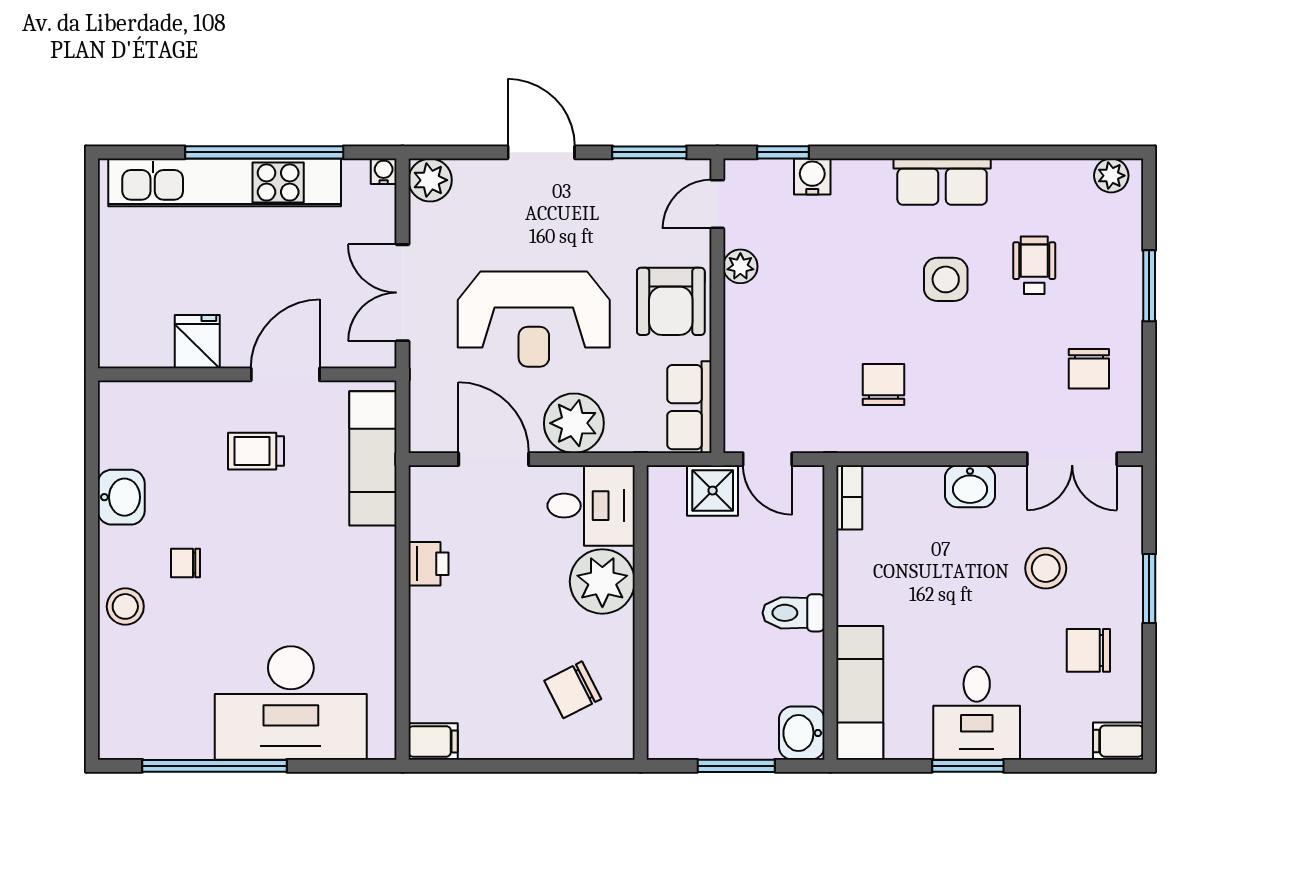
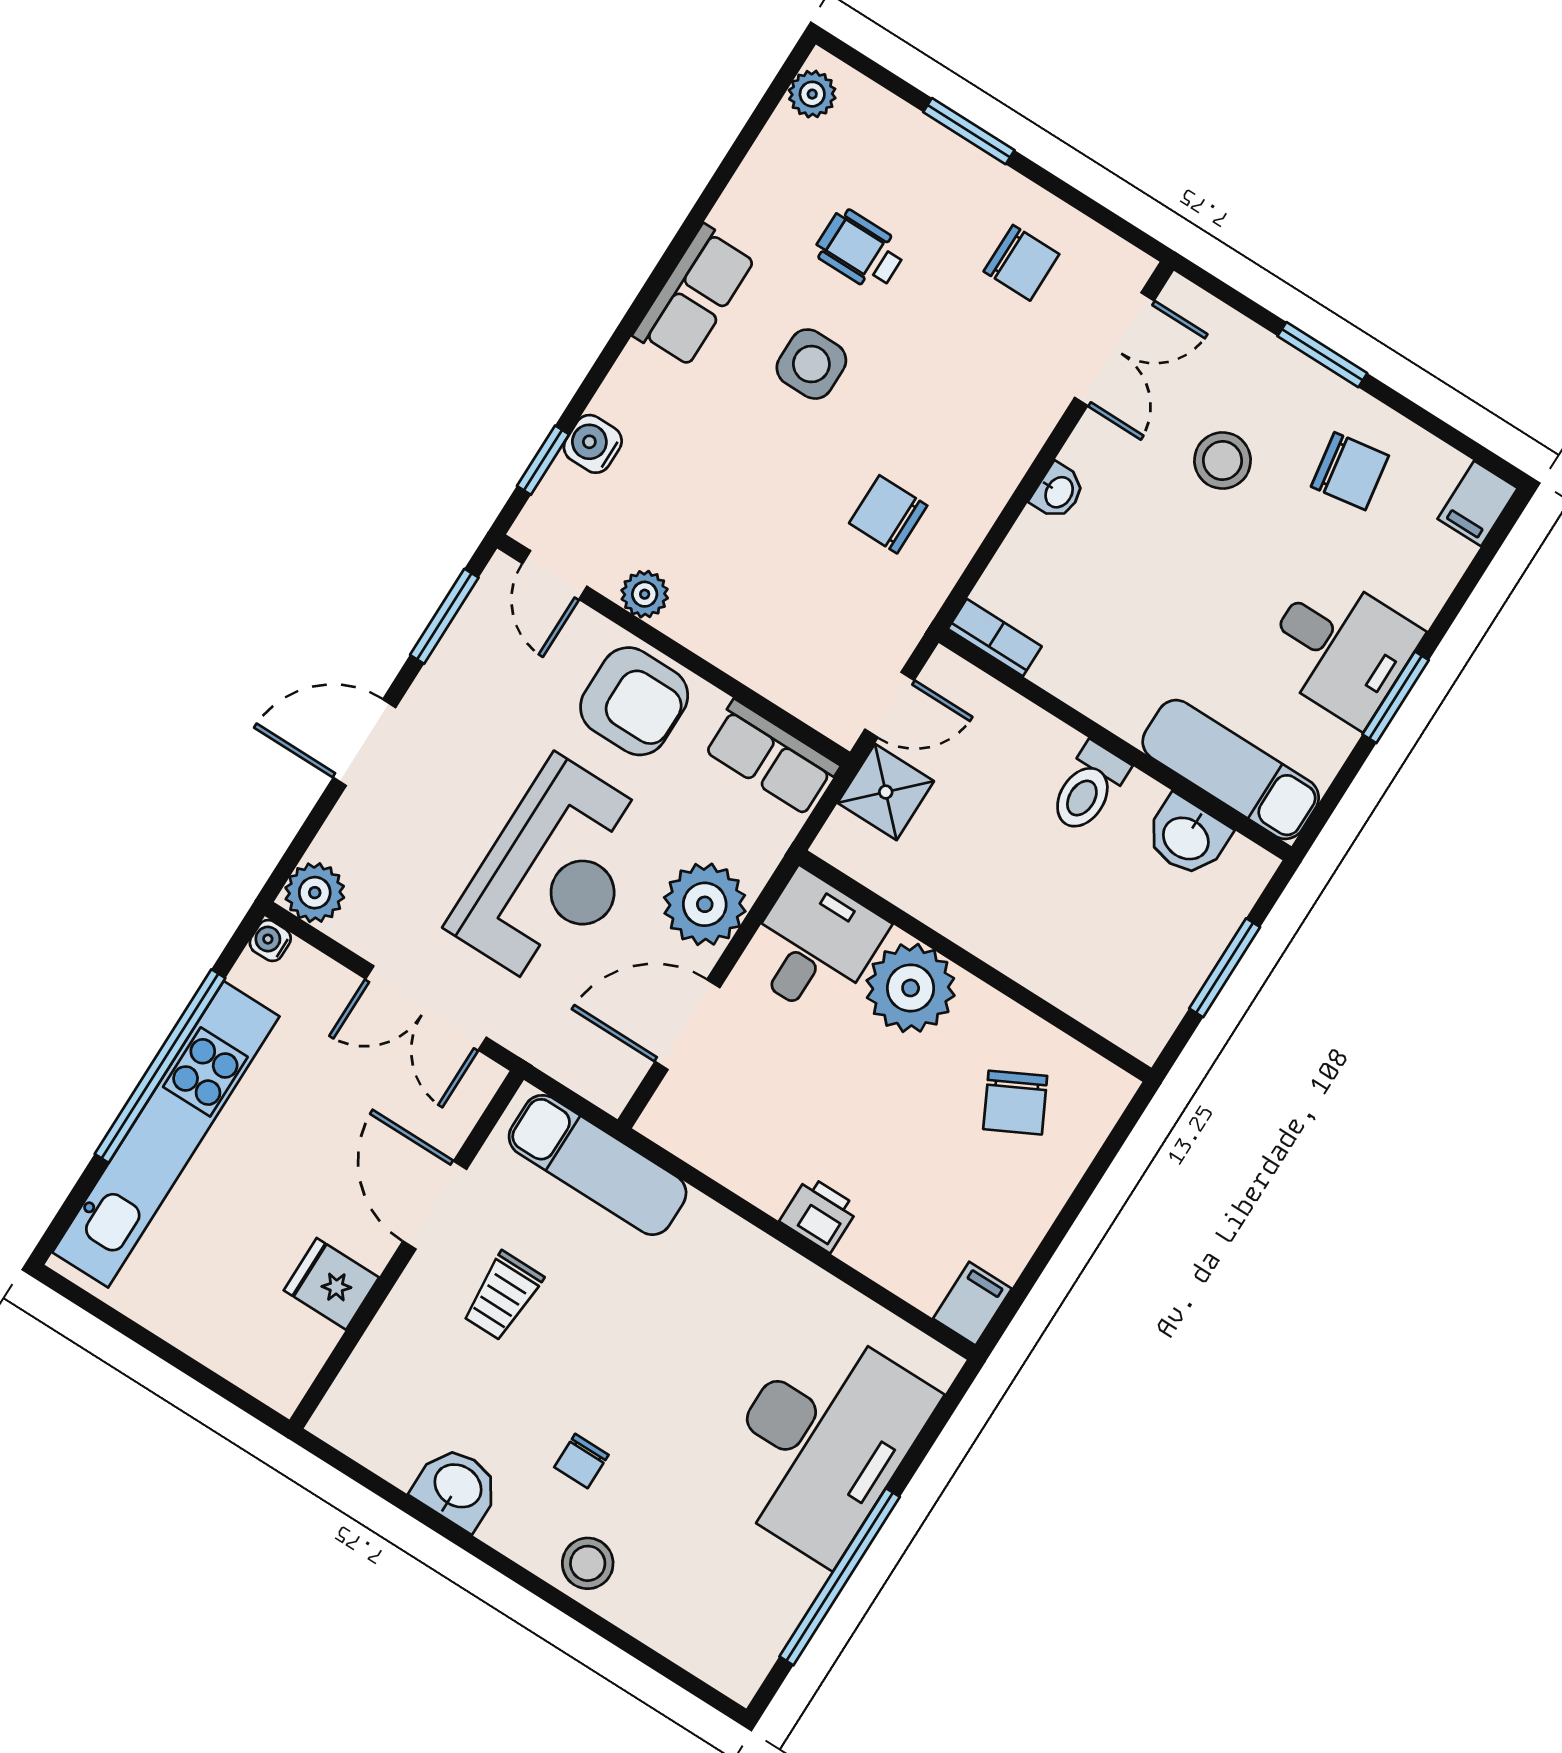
washbasin: (970, 486) -> (1058, 492), width x0.72, depth x0.69
printer: (429, 564) -> (819, 1214), moved
chair: (1088, 650) -> (1350, 471), turned -99
washbasin: (802, 733) -> (1187, 837), moved

